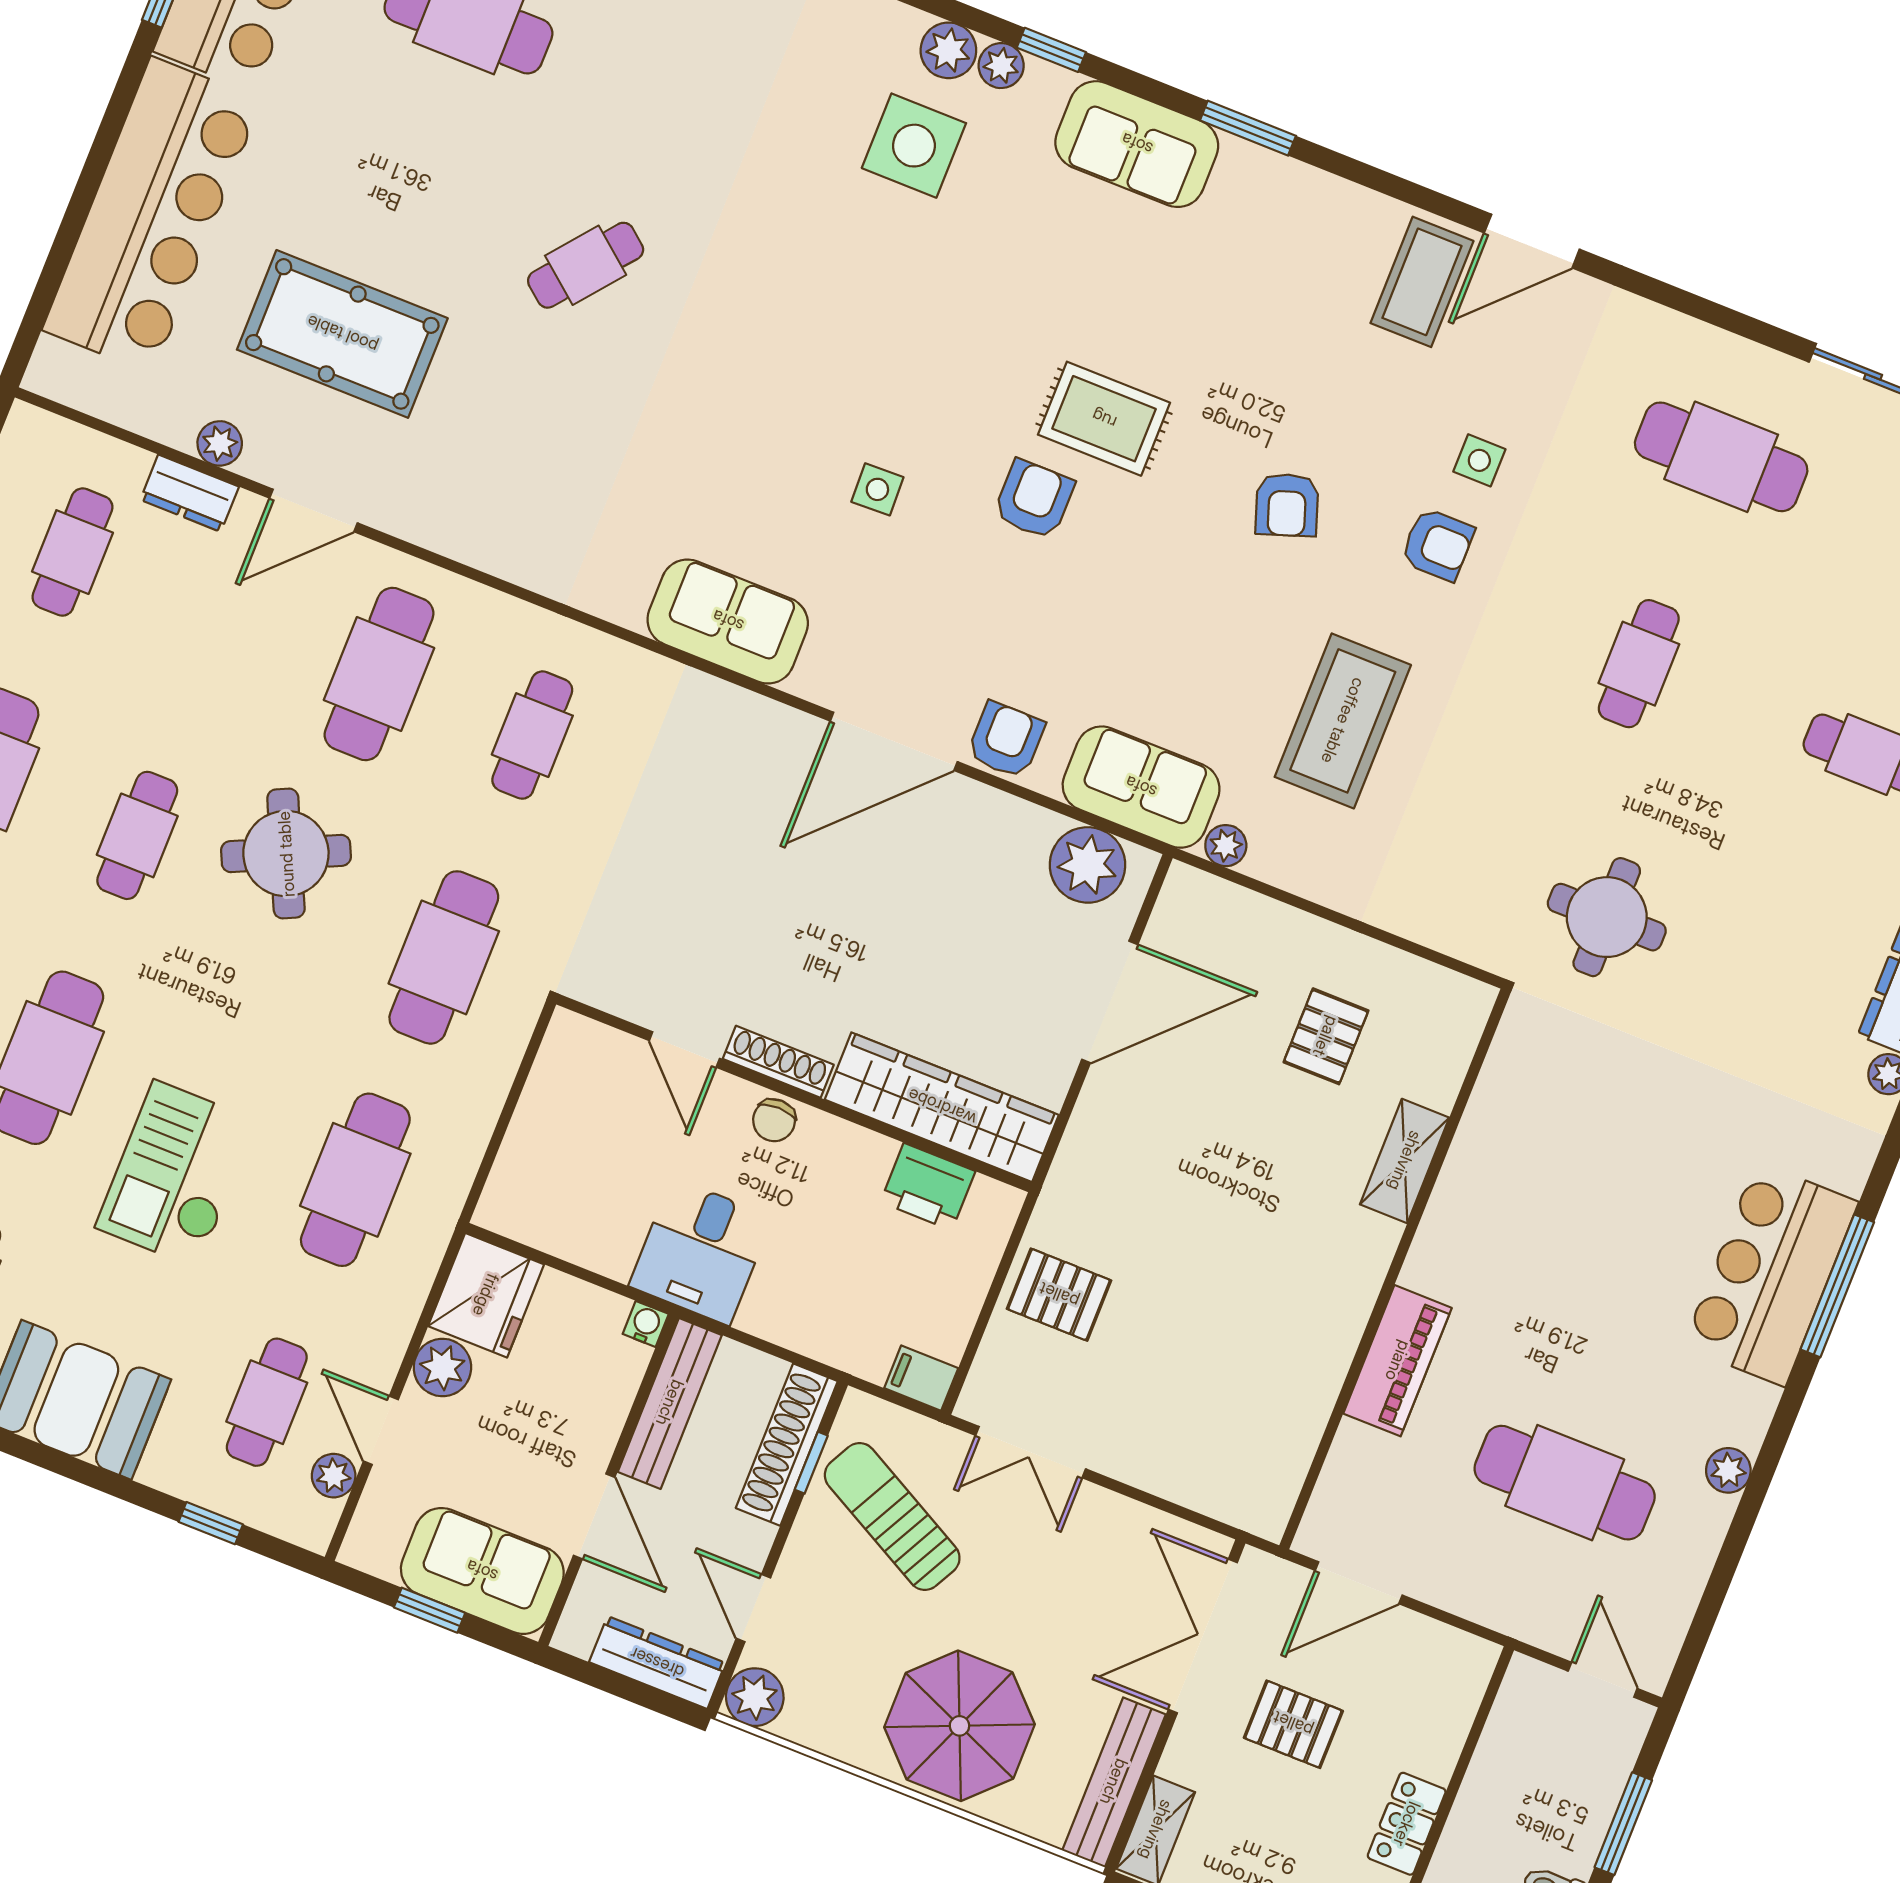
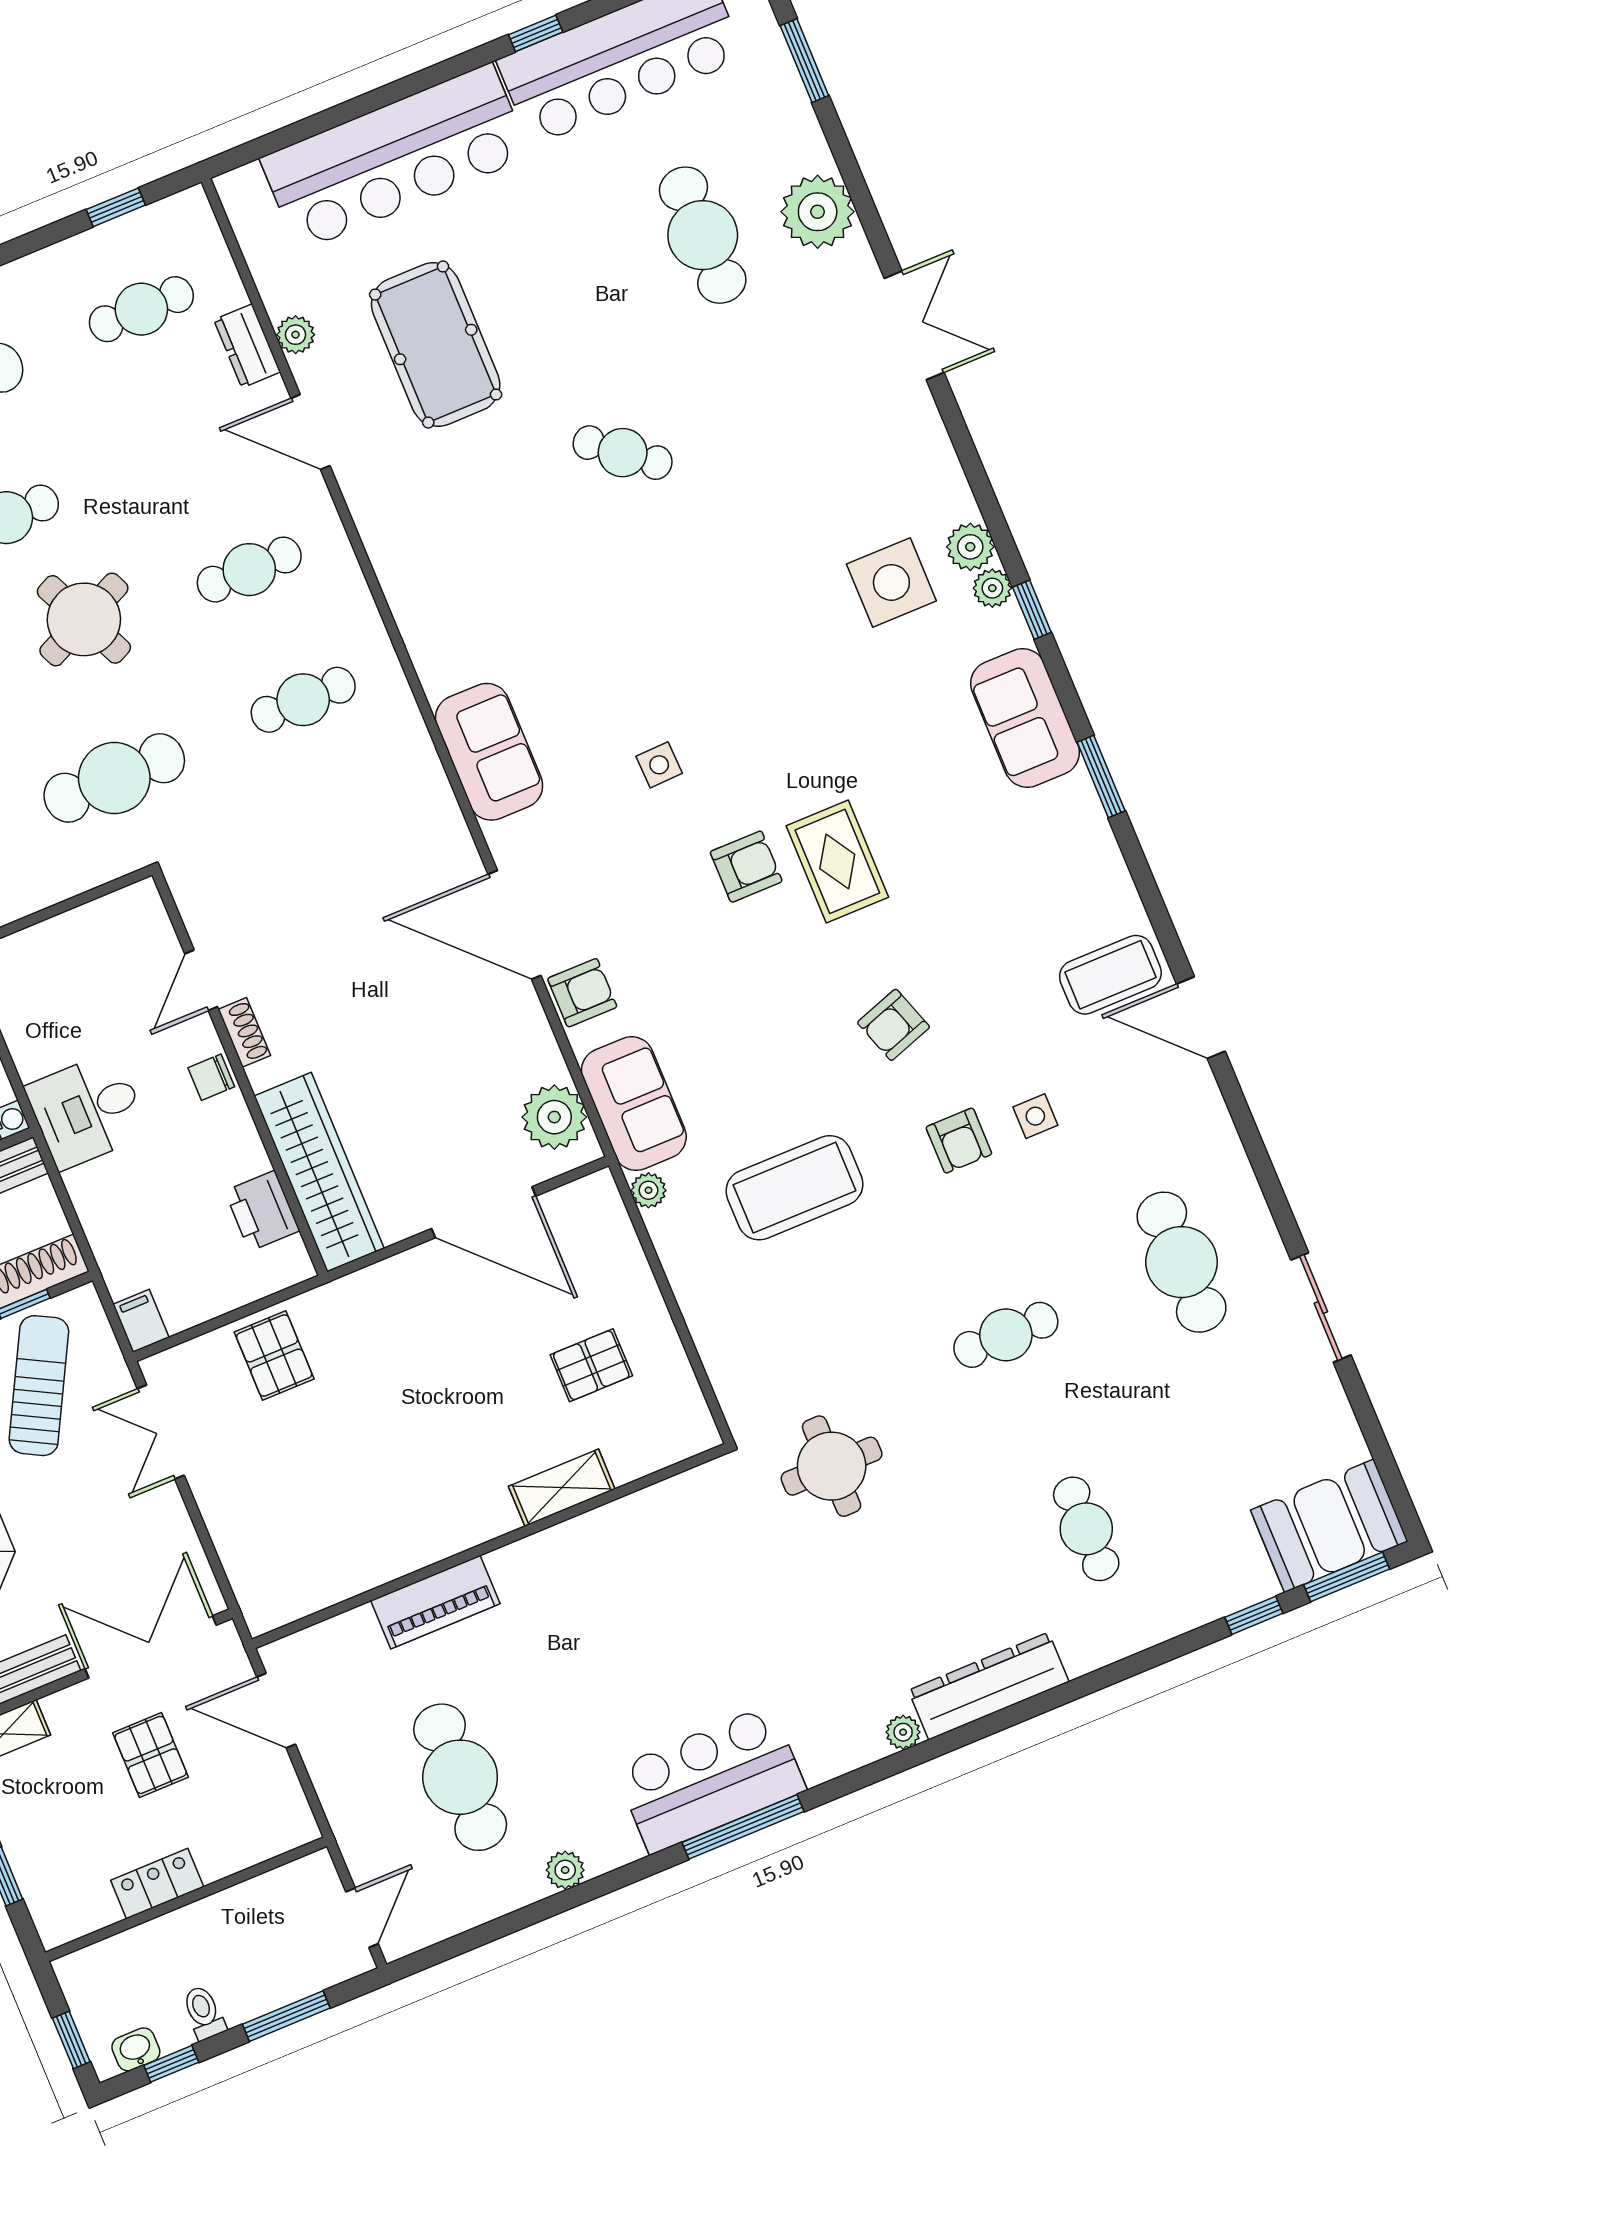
cafe table: (379, 674) -> (249, 570), width x0.73, depth x0.74
shoe rack: (778, 1062) -> (244, 1032), width x0.70

